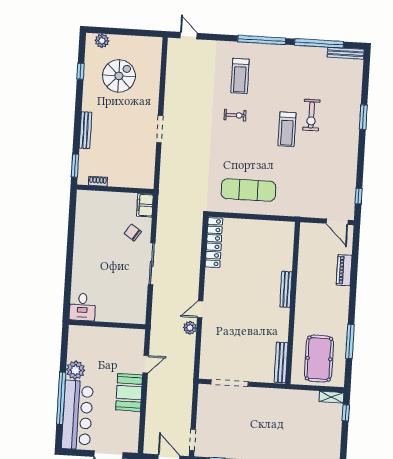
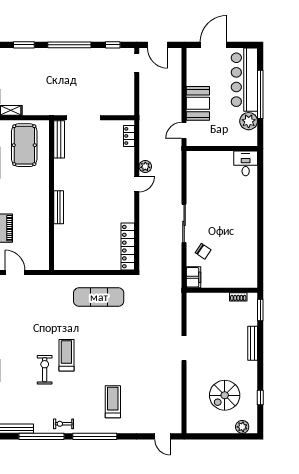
exercise bike: (235, 115) -> (64, 424), moved
desk: (82, 307) -> (246, 163), moved
wall: (107, 325) -> (222, 148), moved
locker: (205, 362) -> (129, 136), added
doorway: (230, 383) -> (83, 118), moved

